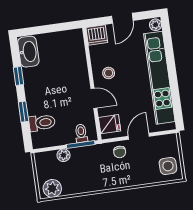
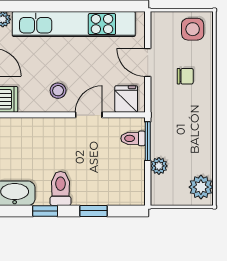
toilet: (42, 123) -> (61, 188), moved
chair: (120, 152) -> (185, 76), moved

